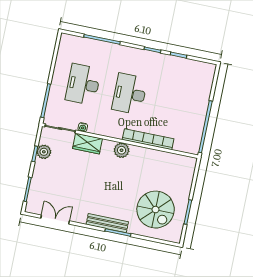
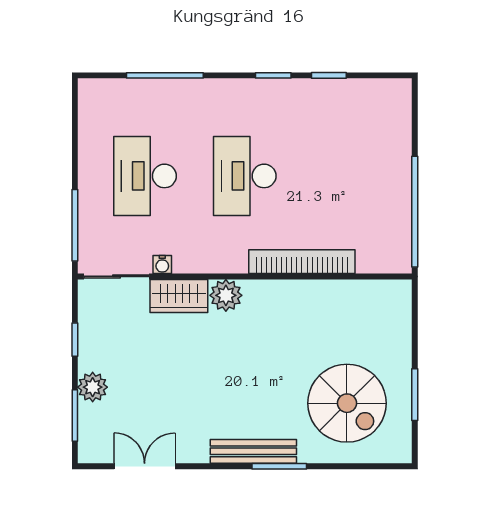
plant: (122, 150) -> (226, 295), moved
plant: (44, 152) -> (93, 387), moved

